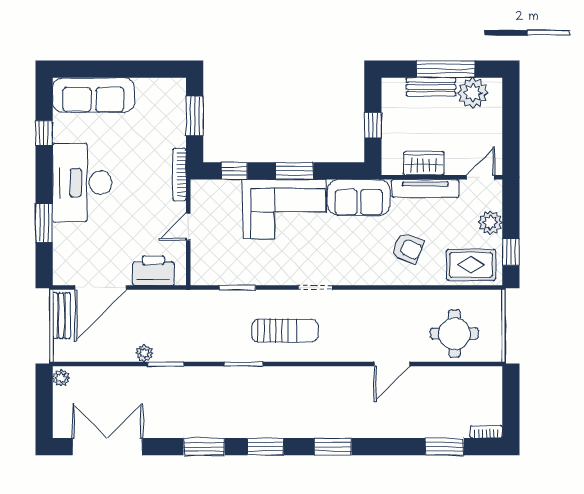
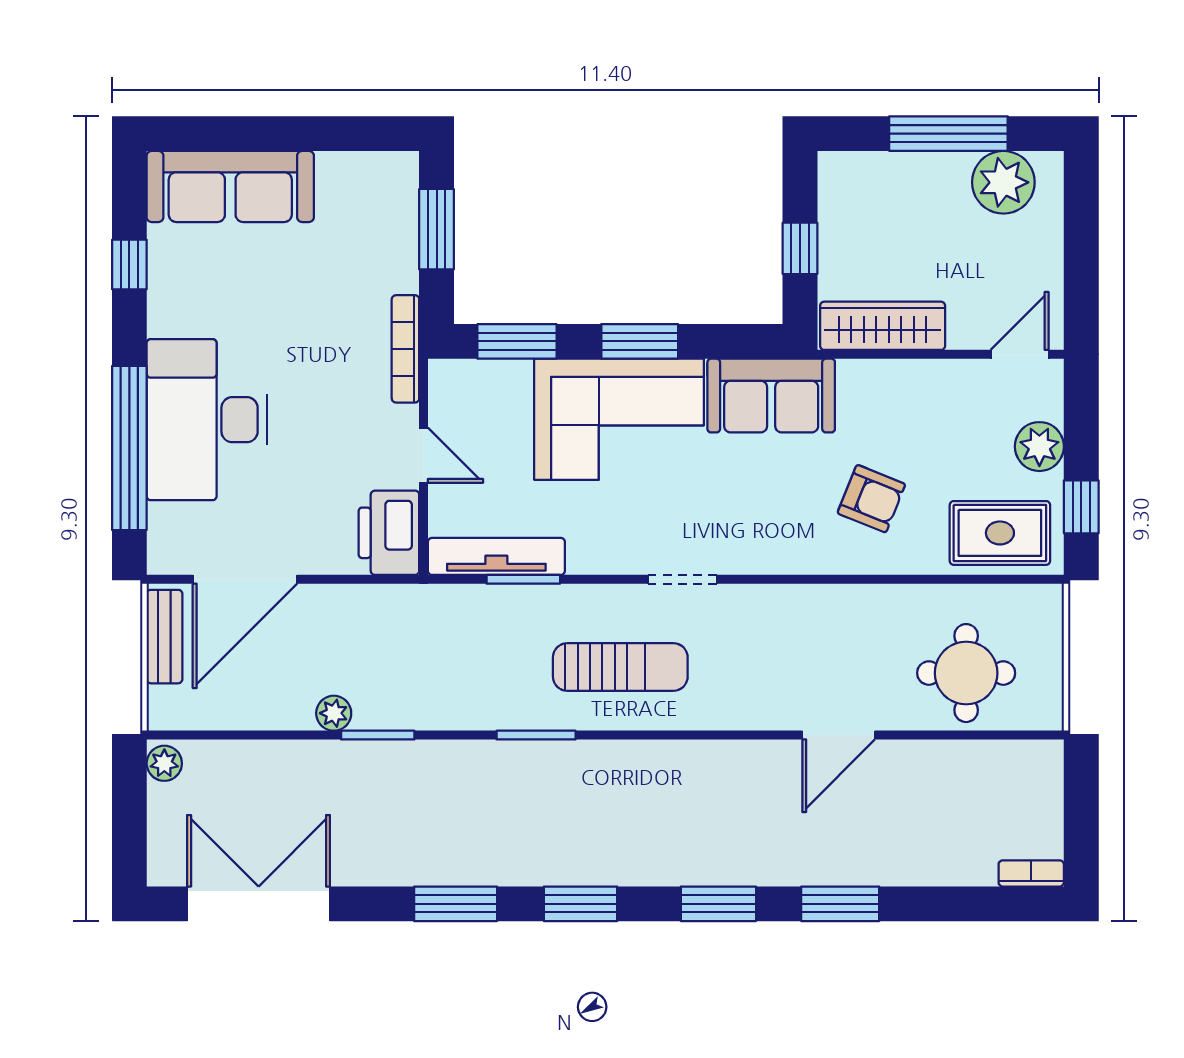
bench: (431, 87) -> (918, 170), removed
wardrobe: (424, 163) -> (883, 326), width x1.50
window: (234, 171) -> (517, 341), width x1.50
desk: (82, 183) -> (207, 420), moved
tv unit: (425, 188) -> (496, 556), moved, turned 180
window: (44, 223) -> (129, 448), width x2.11
door: (188, 227) -> (424, 455), swing flipped
printer: (153, 271) -> (389, 533), moved, turned -90
window: (444, 447) -> (840, 904), moved

